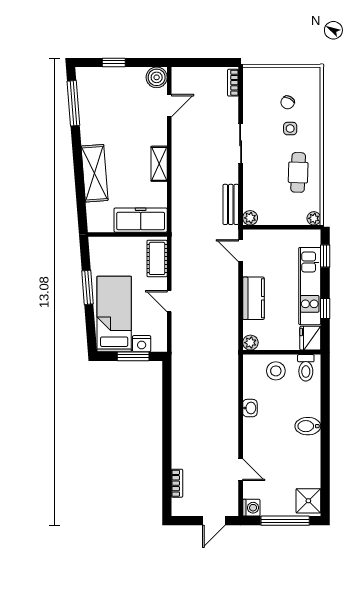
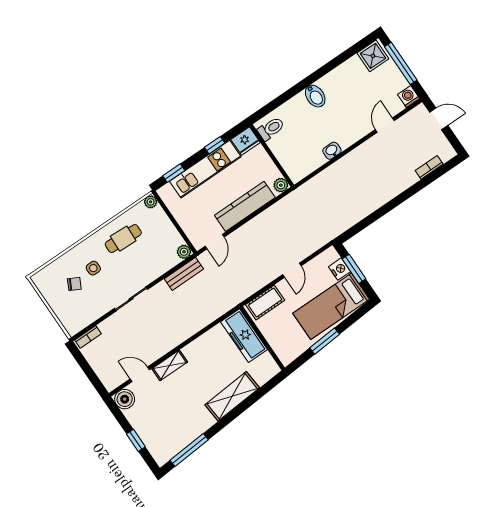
shelving: (159, 164) -> (170, 365), moved
kitchen counter: (253, 298) -> (245, 206), width x1.50
stool: (276, 371) -> (289, 150), removed

